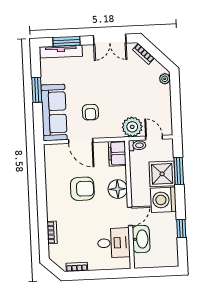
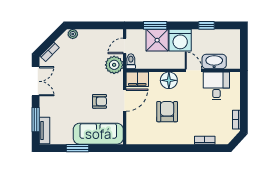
tv unit: (61, 52) -> (44, 130), width x0.71
door: (81, 141) -> (125, 100), moved

